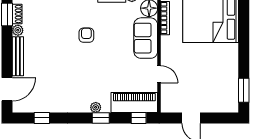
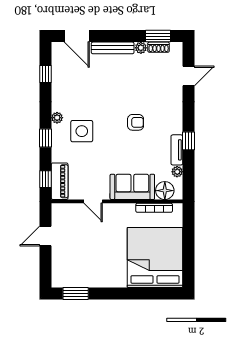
door: (159, 74) -> (93, 201), hinge flipped
side table: (94, 85) -> (82, 131), added
piano: (134, 103) -> (60, 181), width x0.73, depth x0.75
plant: (96, 107) -> (57, 118), moved

